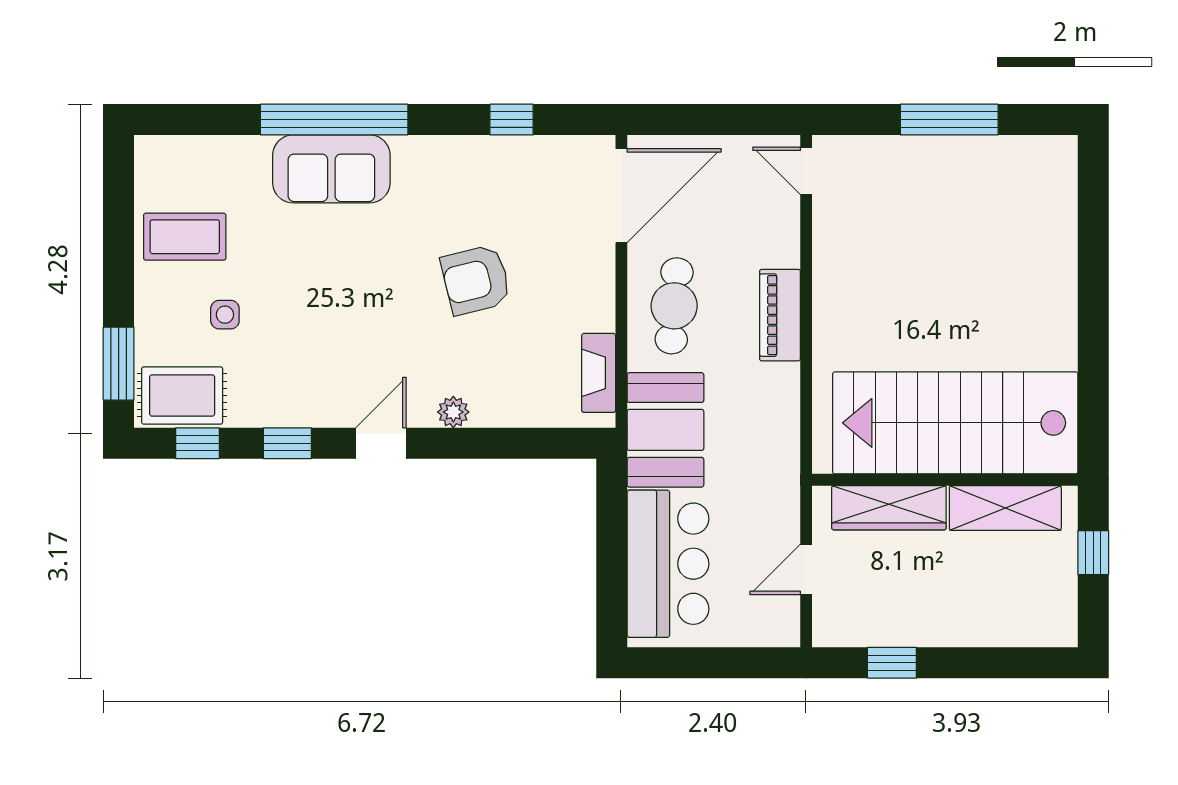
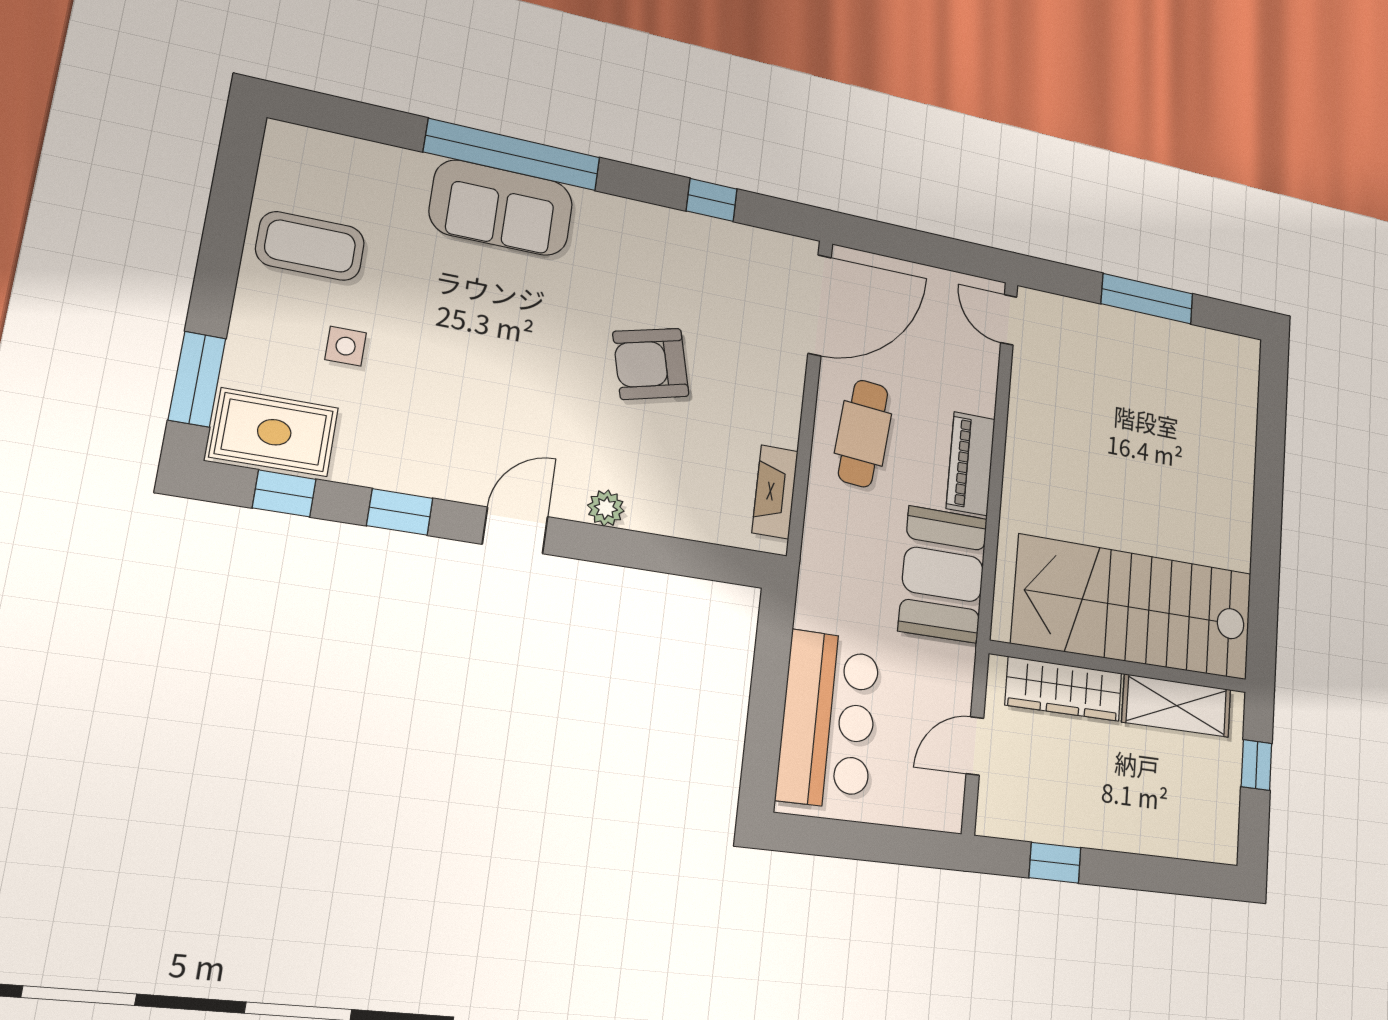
booth: (665, 430) -> (943, 574), moved

